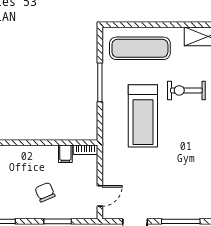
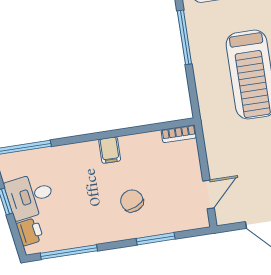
filing cabinet: (65, 154) -> (110, 150), moved

